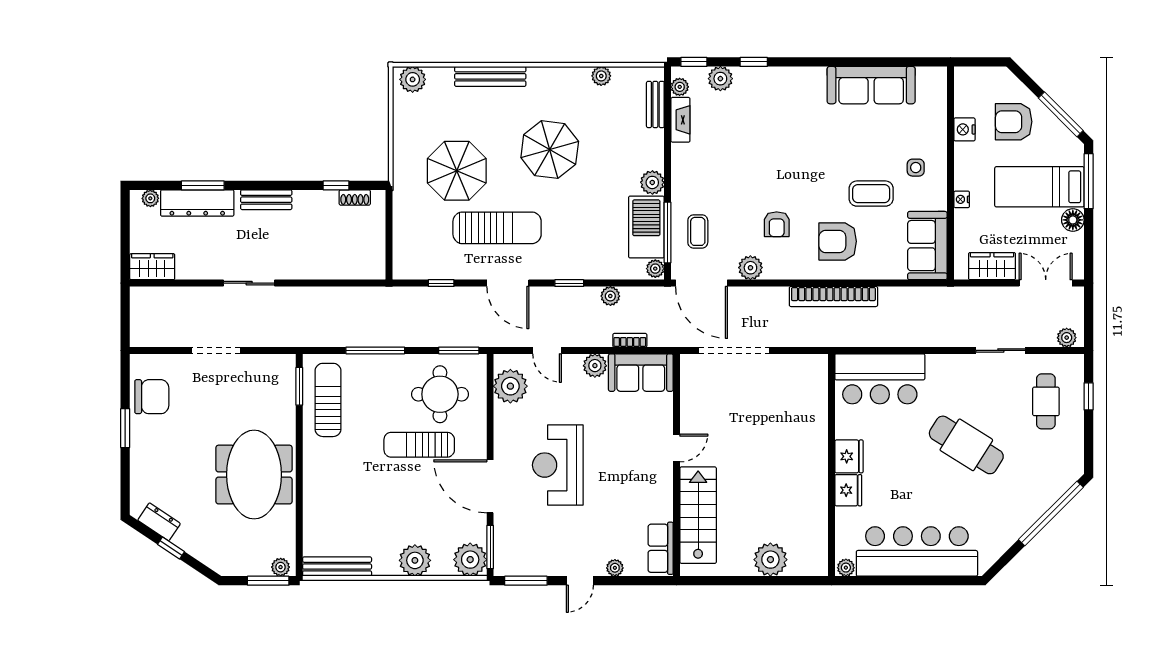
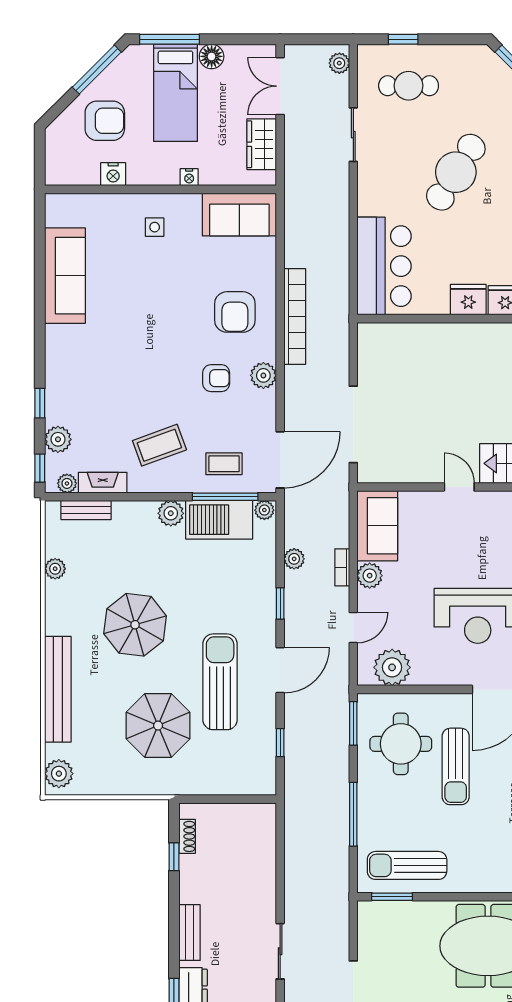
bench: (490, 76) -> (58, 689), width x1.37, depth x1.21
armchair: (1014, 122) -> (105, 121), turned -90
coffee table: (871, 194) -> (159, 445), moved, turned 70
plant: (750, 268) -> (263, 375), moved
bookcase: (630, 340) -> (342, 567), moved

